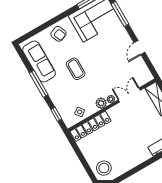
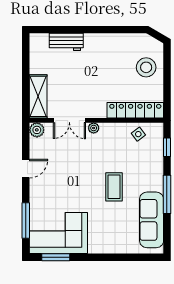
armchair: (58, 34) -> (110, 239), removed
plant: (101, 103) -> (37, 130), moved
stool: (104, 168) -> (146, 67), moved

